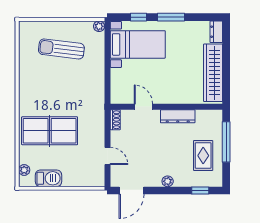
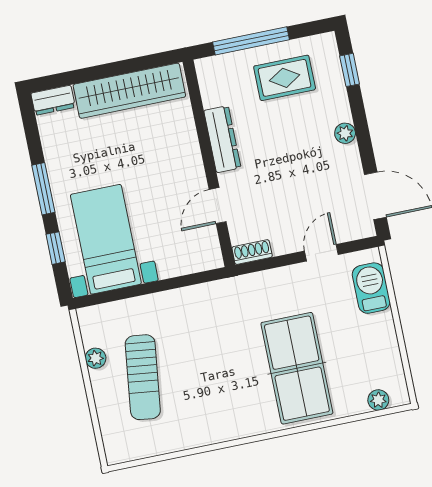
plant: (99, 26) -> (96, 358), moved
barbecue: (49, 178) -> (371, 288), moved

